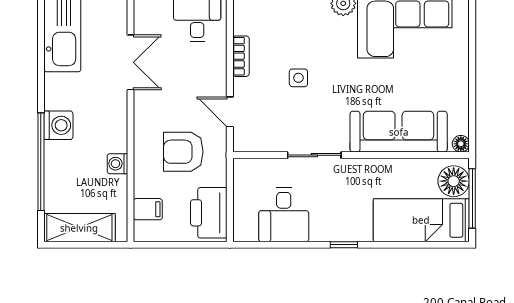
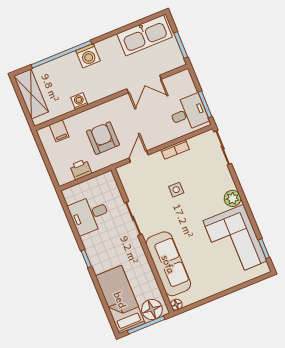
printer: (209, 213) -> (81, 169), width x0.53, depth x0.68

